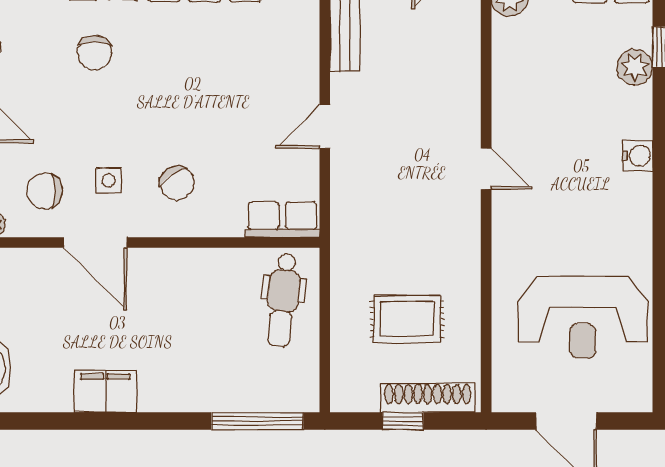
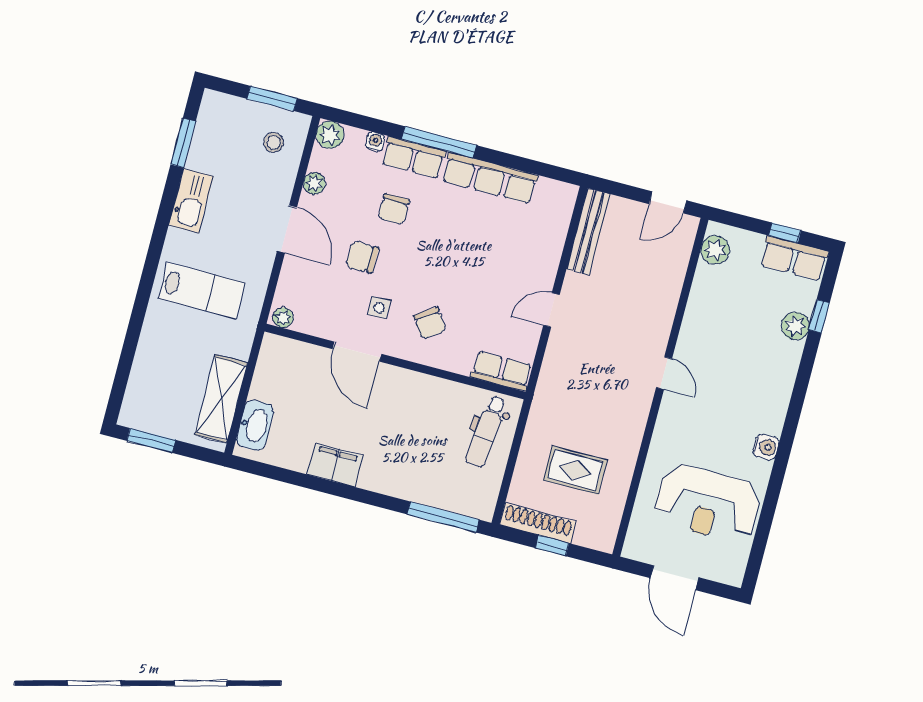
water cooler: (637, 156) -> (766, 447), moved
chair: (45, 191) -> (362, 257), moved
shoe rack: (428, 398) -> (538, 523), moved

